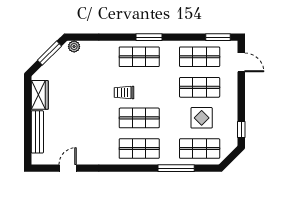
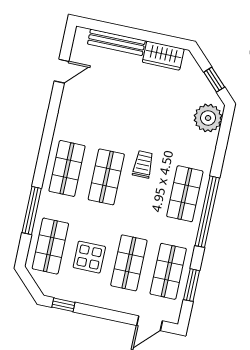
window: (149, 37) -> (207, 212), width x2.11
window: (218, 37) -> (192, 285), moved
plant: (74, 47) -> (208, 118), width x1.88, depth x1.88
window: (50, 53) -> (214, 80), width x0.67
door: (68, 168) -> (62, 71), hinge flipped

